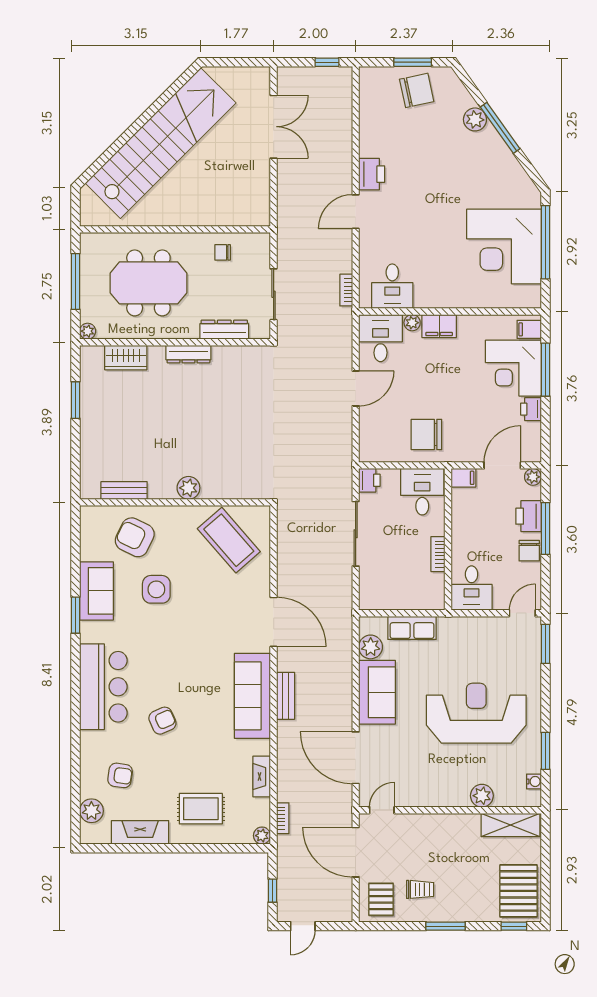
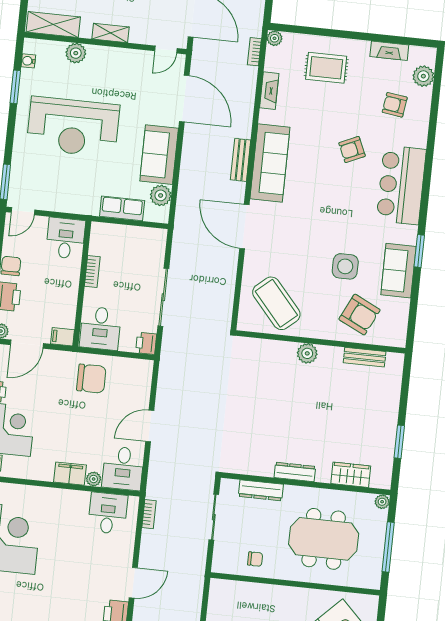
shelving: (446, 822) -> (110, 33), added
fireplace: (140, 832) -> (389, 51), width x0.73, depth x0.76

